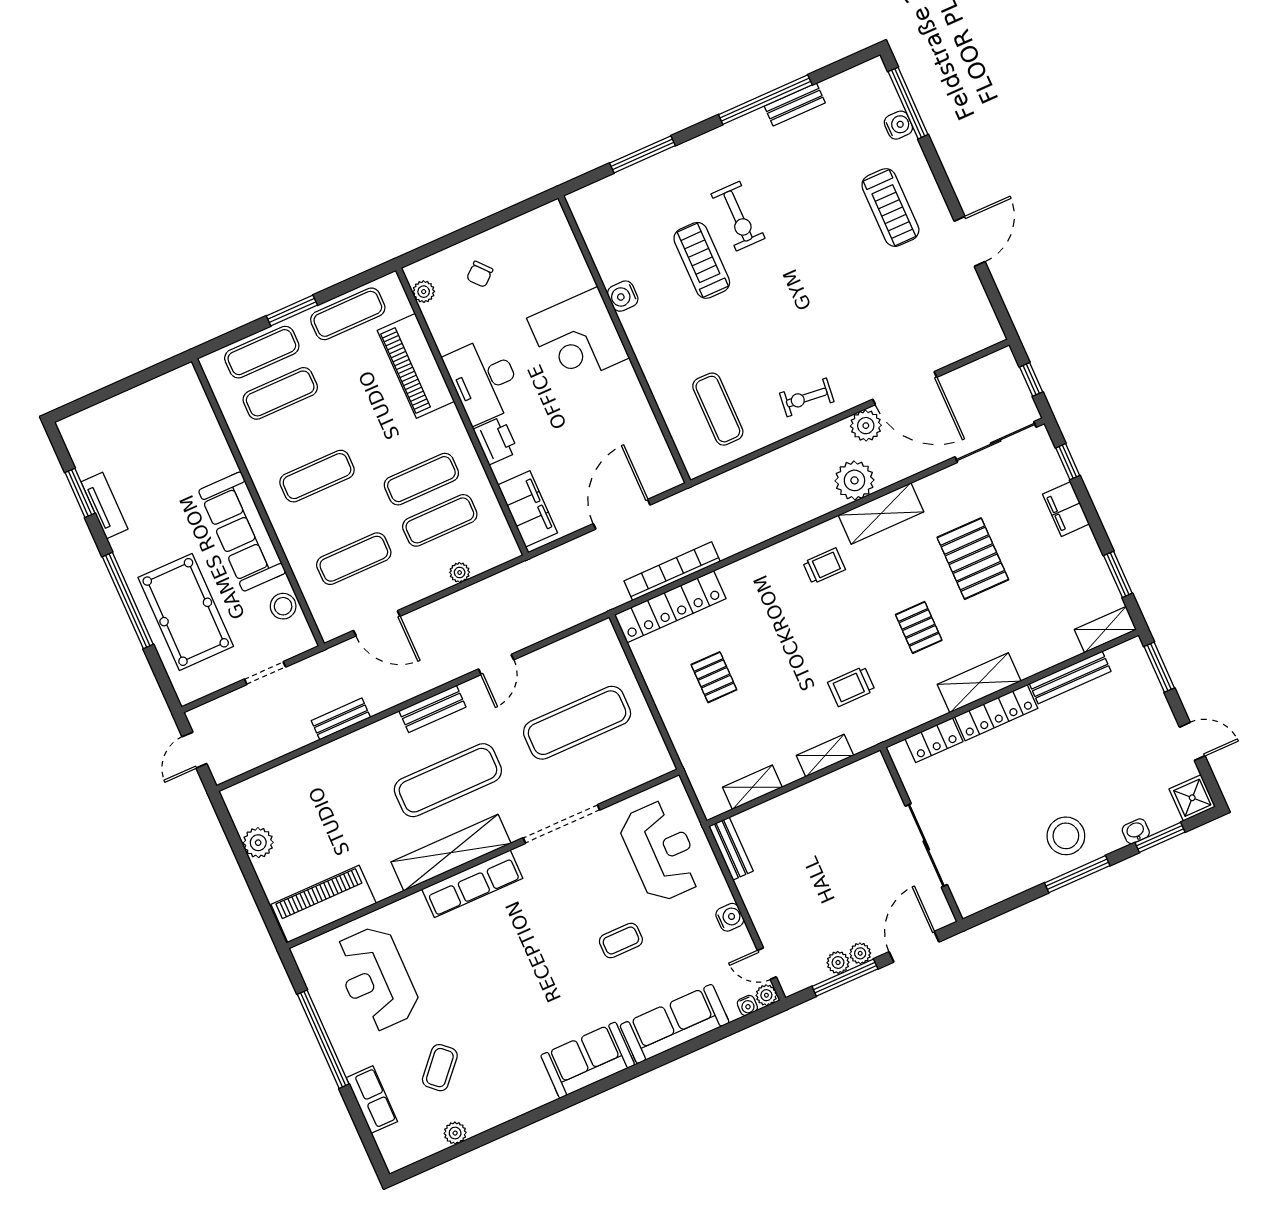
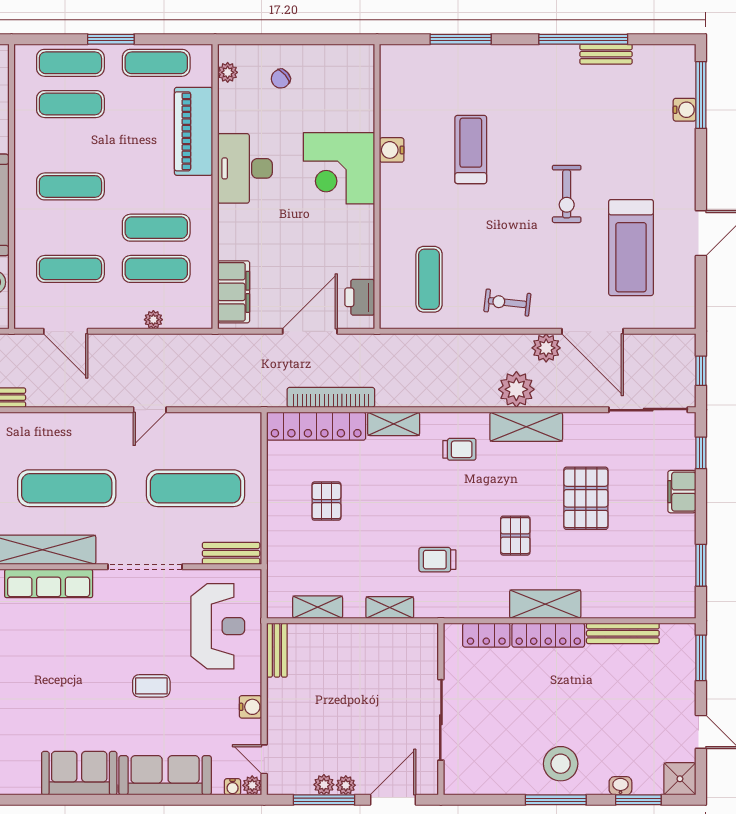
treadmill: (890, 208) -> (631, 248), moved, width x1.37, depth x1.38
exercise bike: (738, 216) -> (567, 194), moved
printer: (496, 441) -> (360, 297), moved, turned 180
shelving: (1105, 630) -> (394, 424), moved
bench: (432, 709) -> (231, 553), moved

